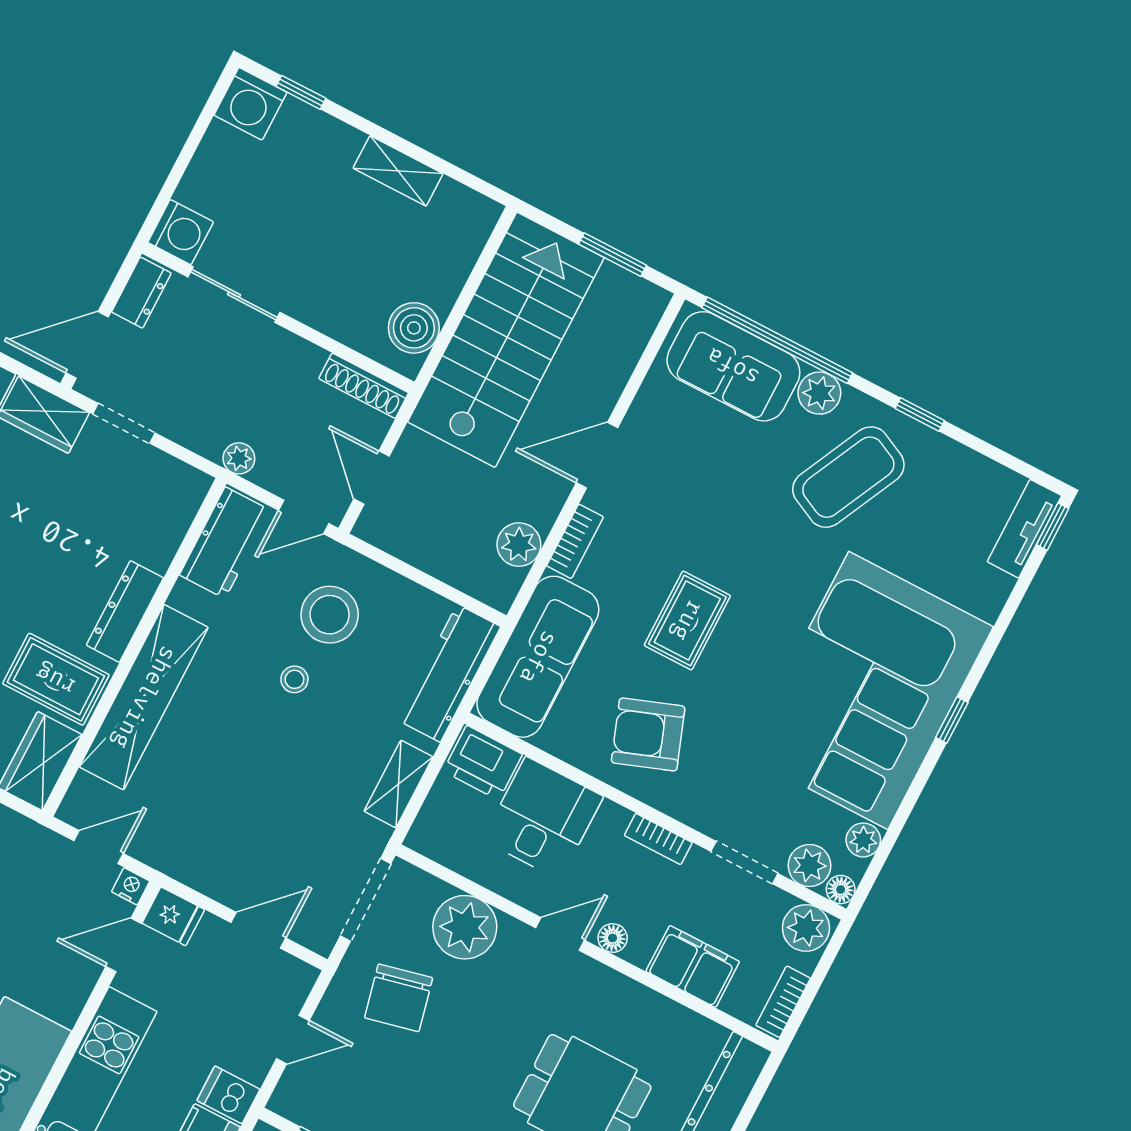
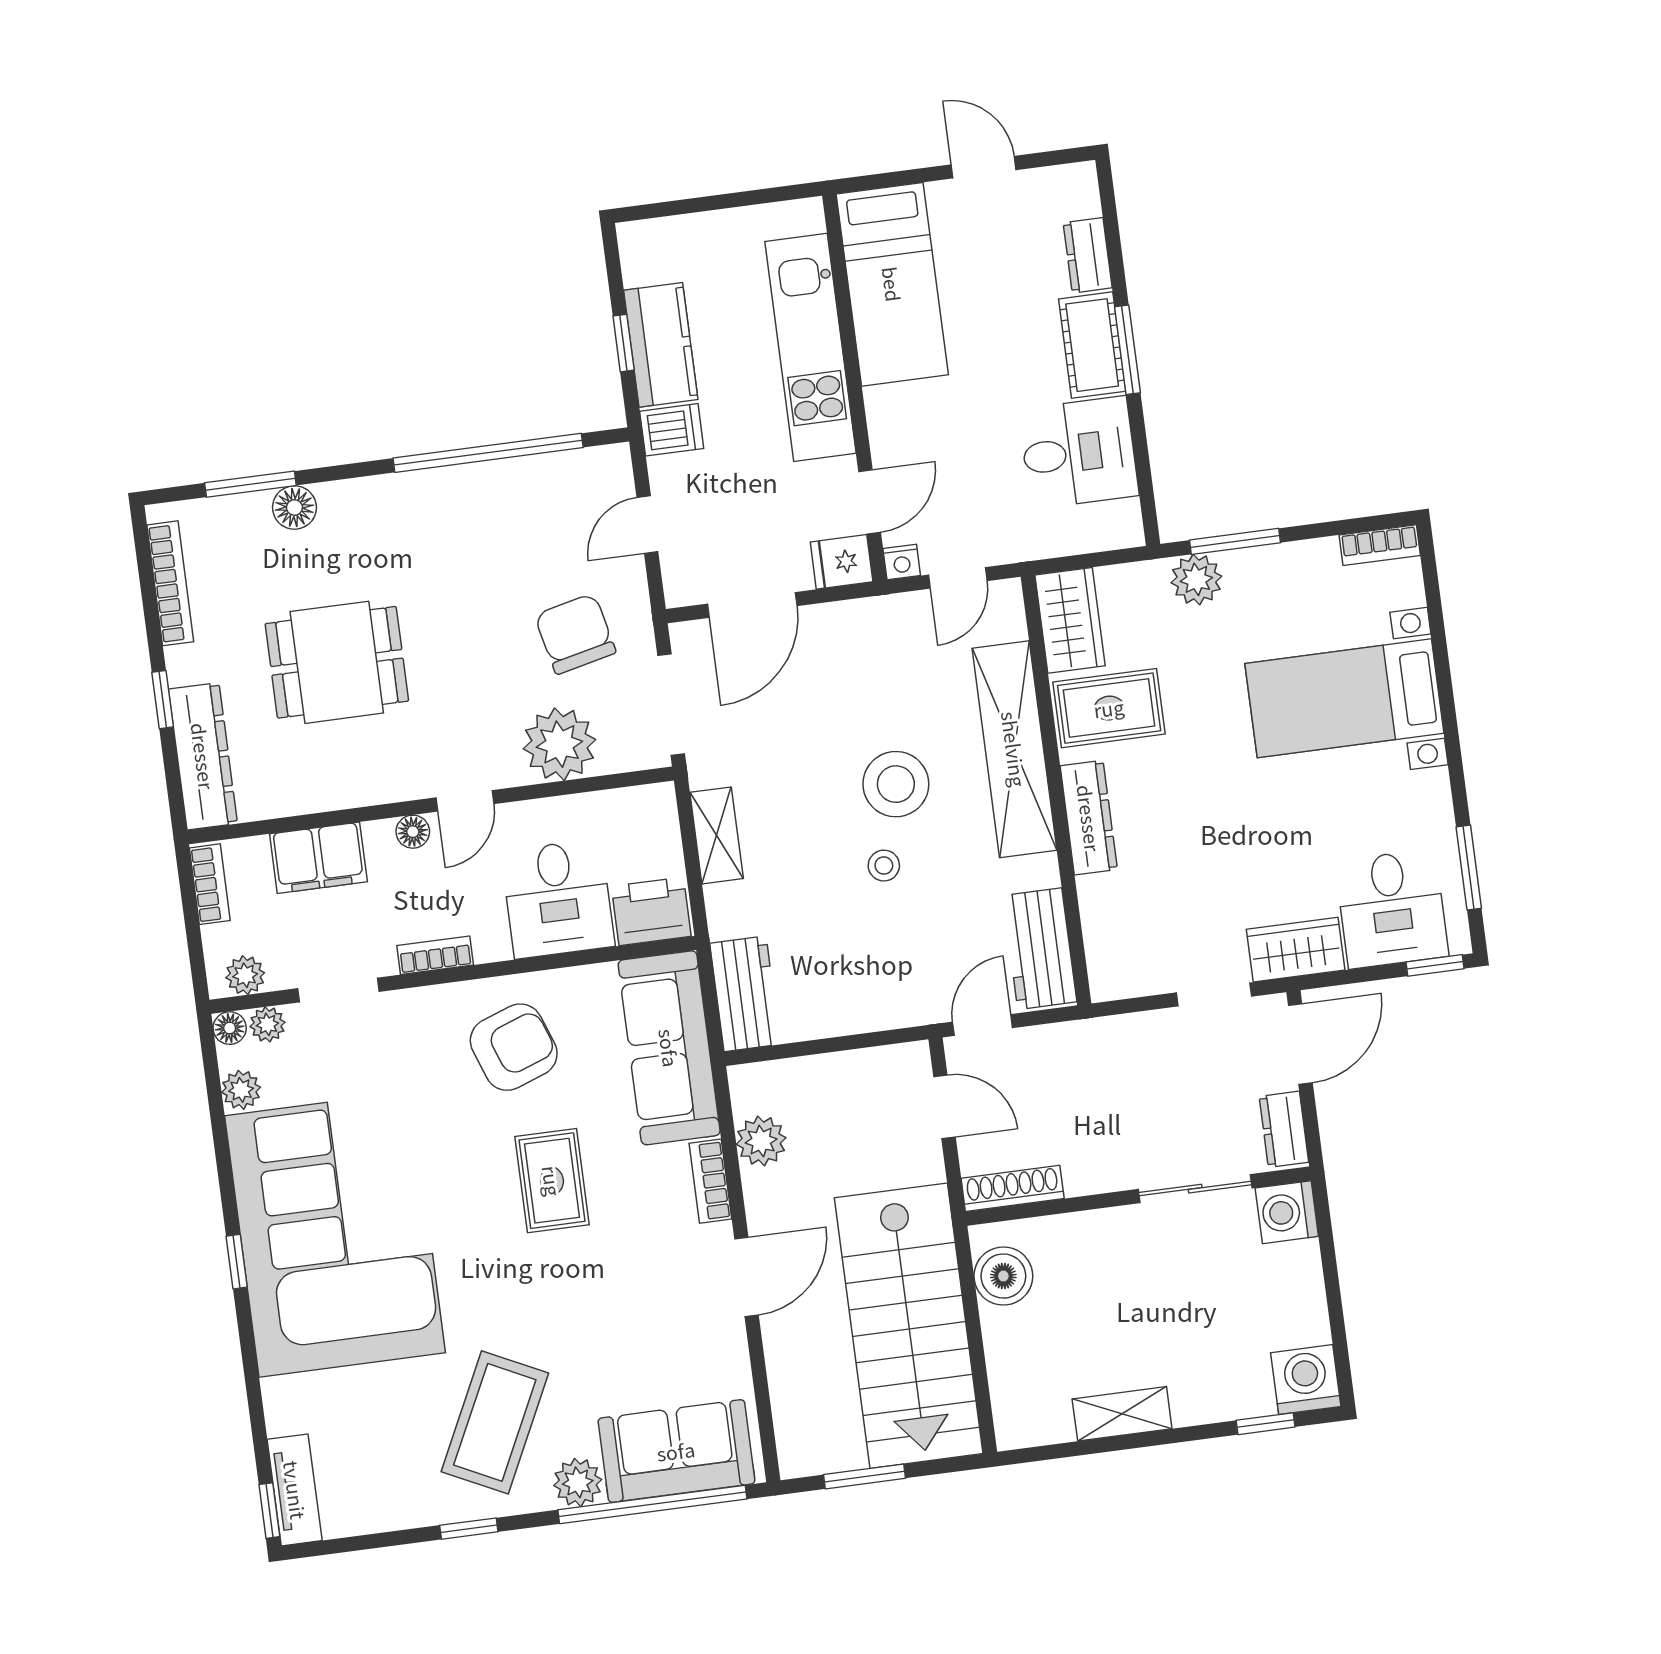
plant: (239, 458) -> (1082, 1037), removed
stool: (330, 615) -> (896, 784), moved
workbench: (449, 673) -> (745, 994), width x0.73
plant: (809, 866) -> (267, 1024), width x0.73, depth x0.73
plant: (806, 928) -> (245, 975), width x0.73, depth x0.73
door: (258, 930) -> (752, 605), width x1.37

